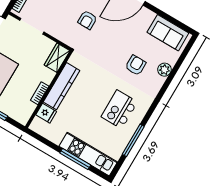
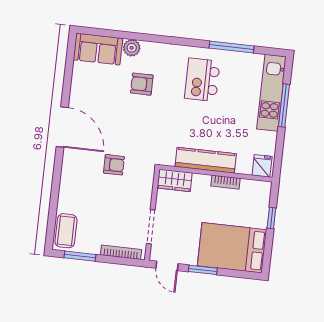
sofa: (168, 33) -> (98, 49), moved, turned 90
kitchen island: (119, 109) -> (202, 80), turned 90
fridge: (46, 113) -> (262, 166), moved

